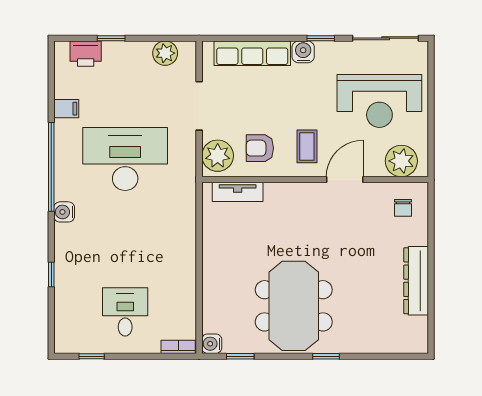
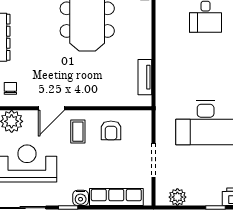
armchair: (260, 148) -> (111, 130), turned 90
plant: (218, 156) -> (141, 125), removed
tv unit: (238, 192) -> (145, 77), moved, turned -90

